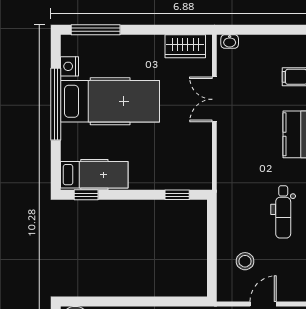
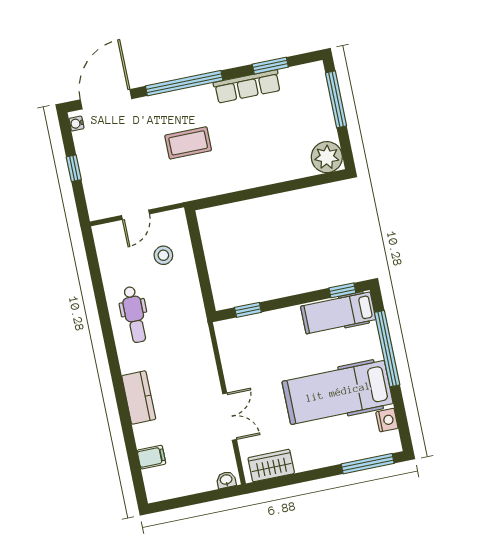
window: (56, 104) -> (387, 349), moved
dental chair: (283, 212) -> (134, 315), turned 180

